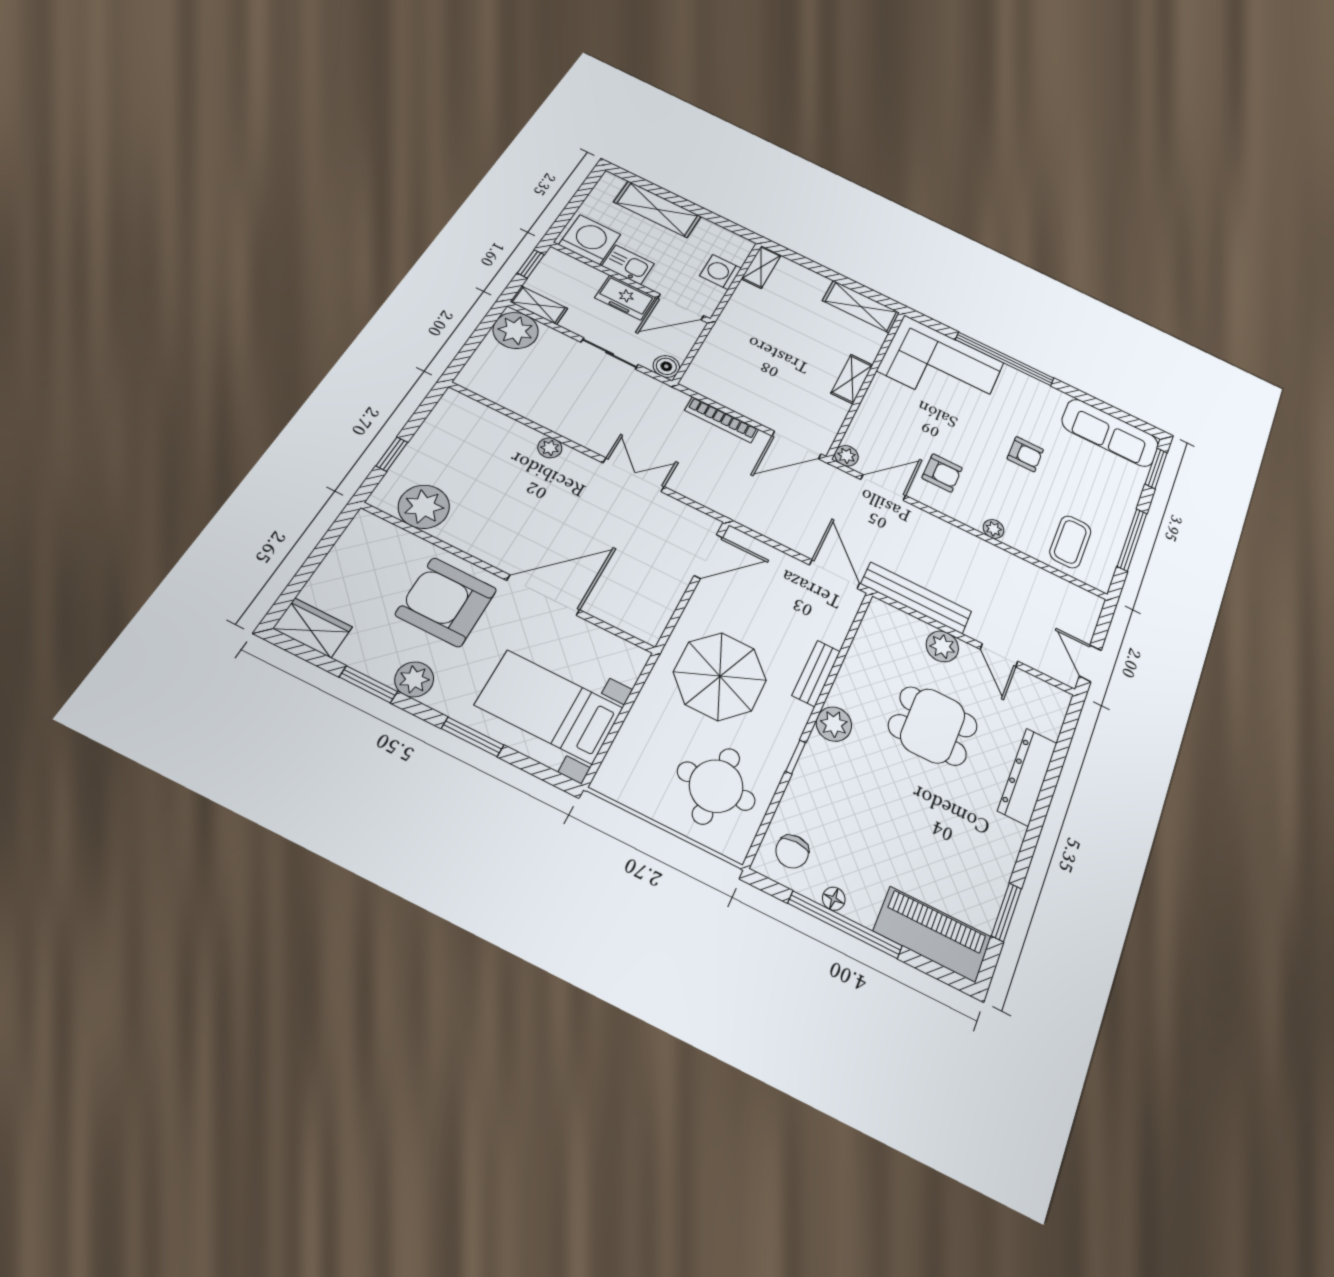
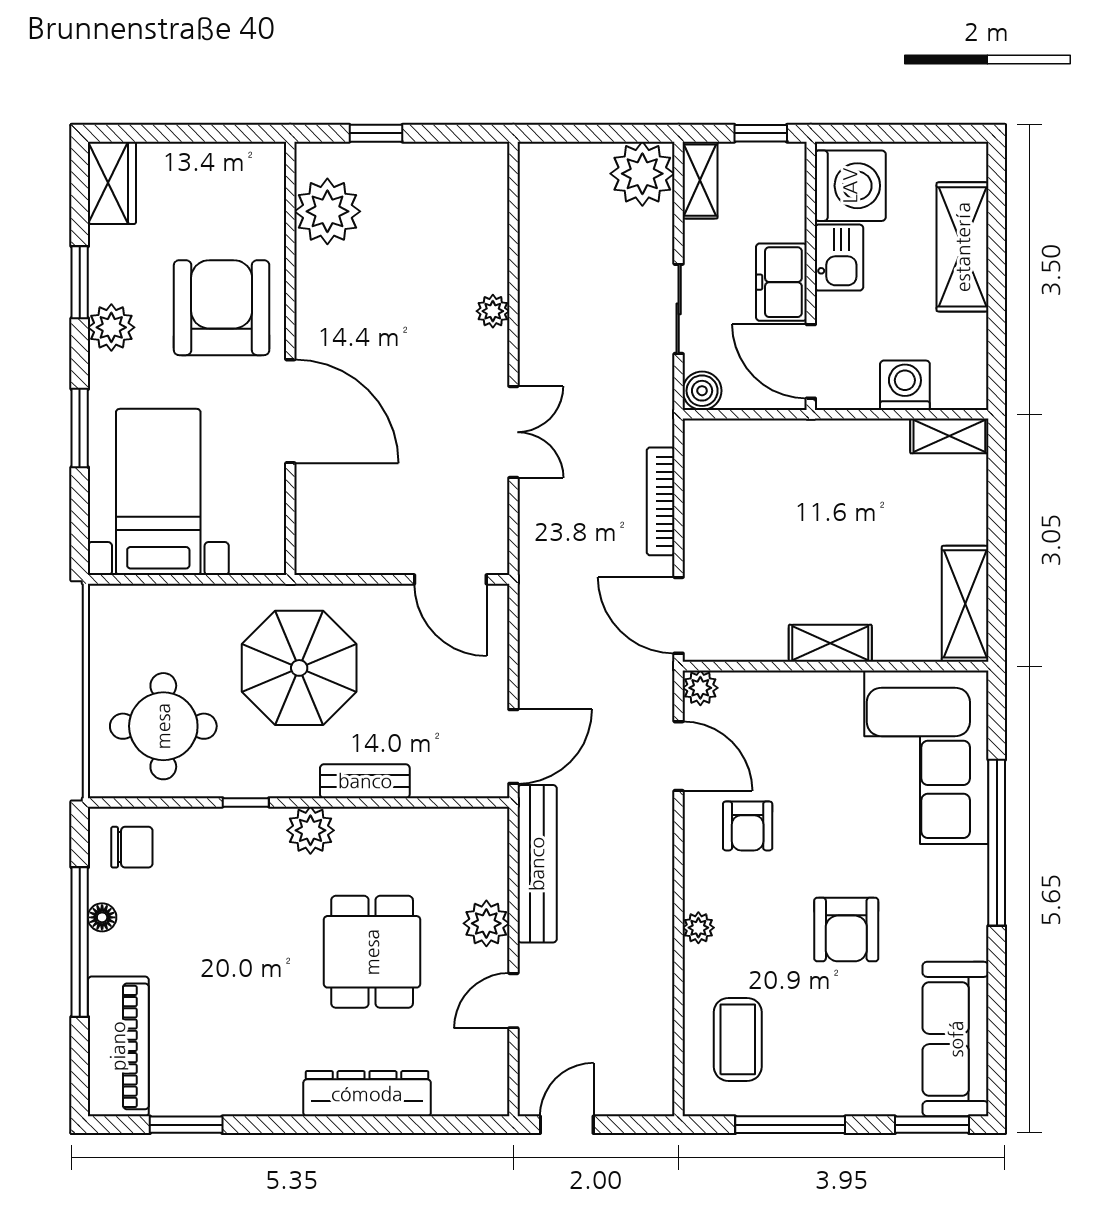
armchair: (1025, 454) -> (846, 929), width x1.38, depth x1.38
coffee table: (1070, 542) -> (738, 1039), turned 90
chair: (792, 851) -> (132, 847), turned 180

